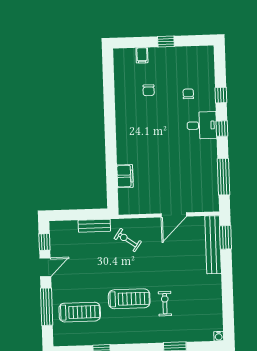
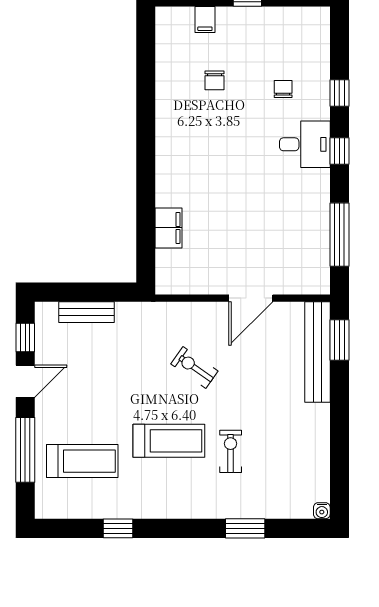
bench: (94, 226) -> (87, 312), moved
exercise bike: (128, 240) -> (194, 367), moved

